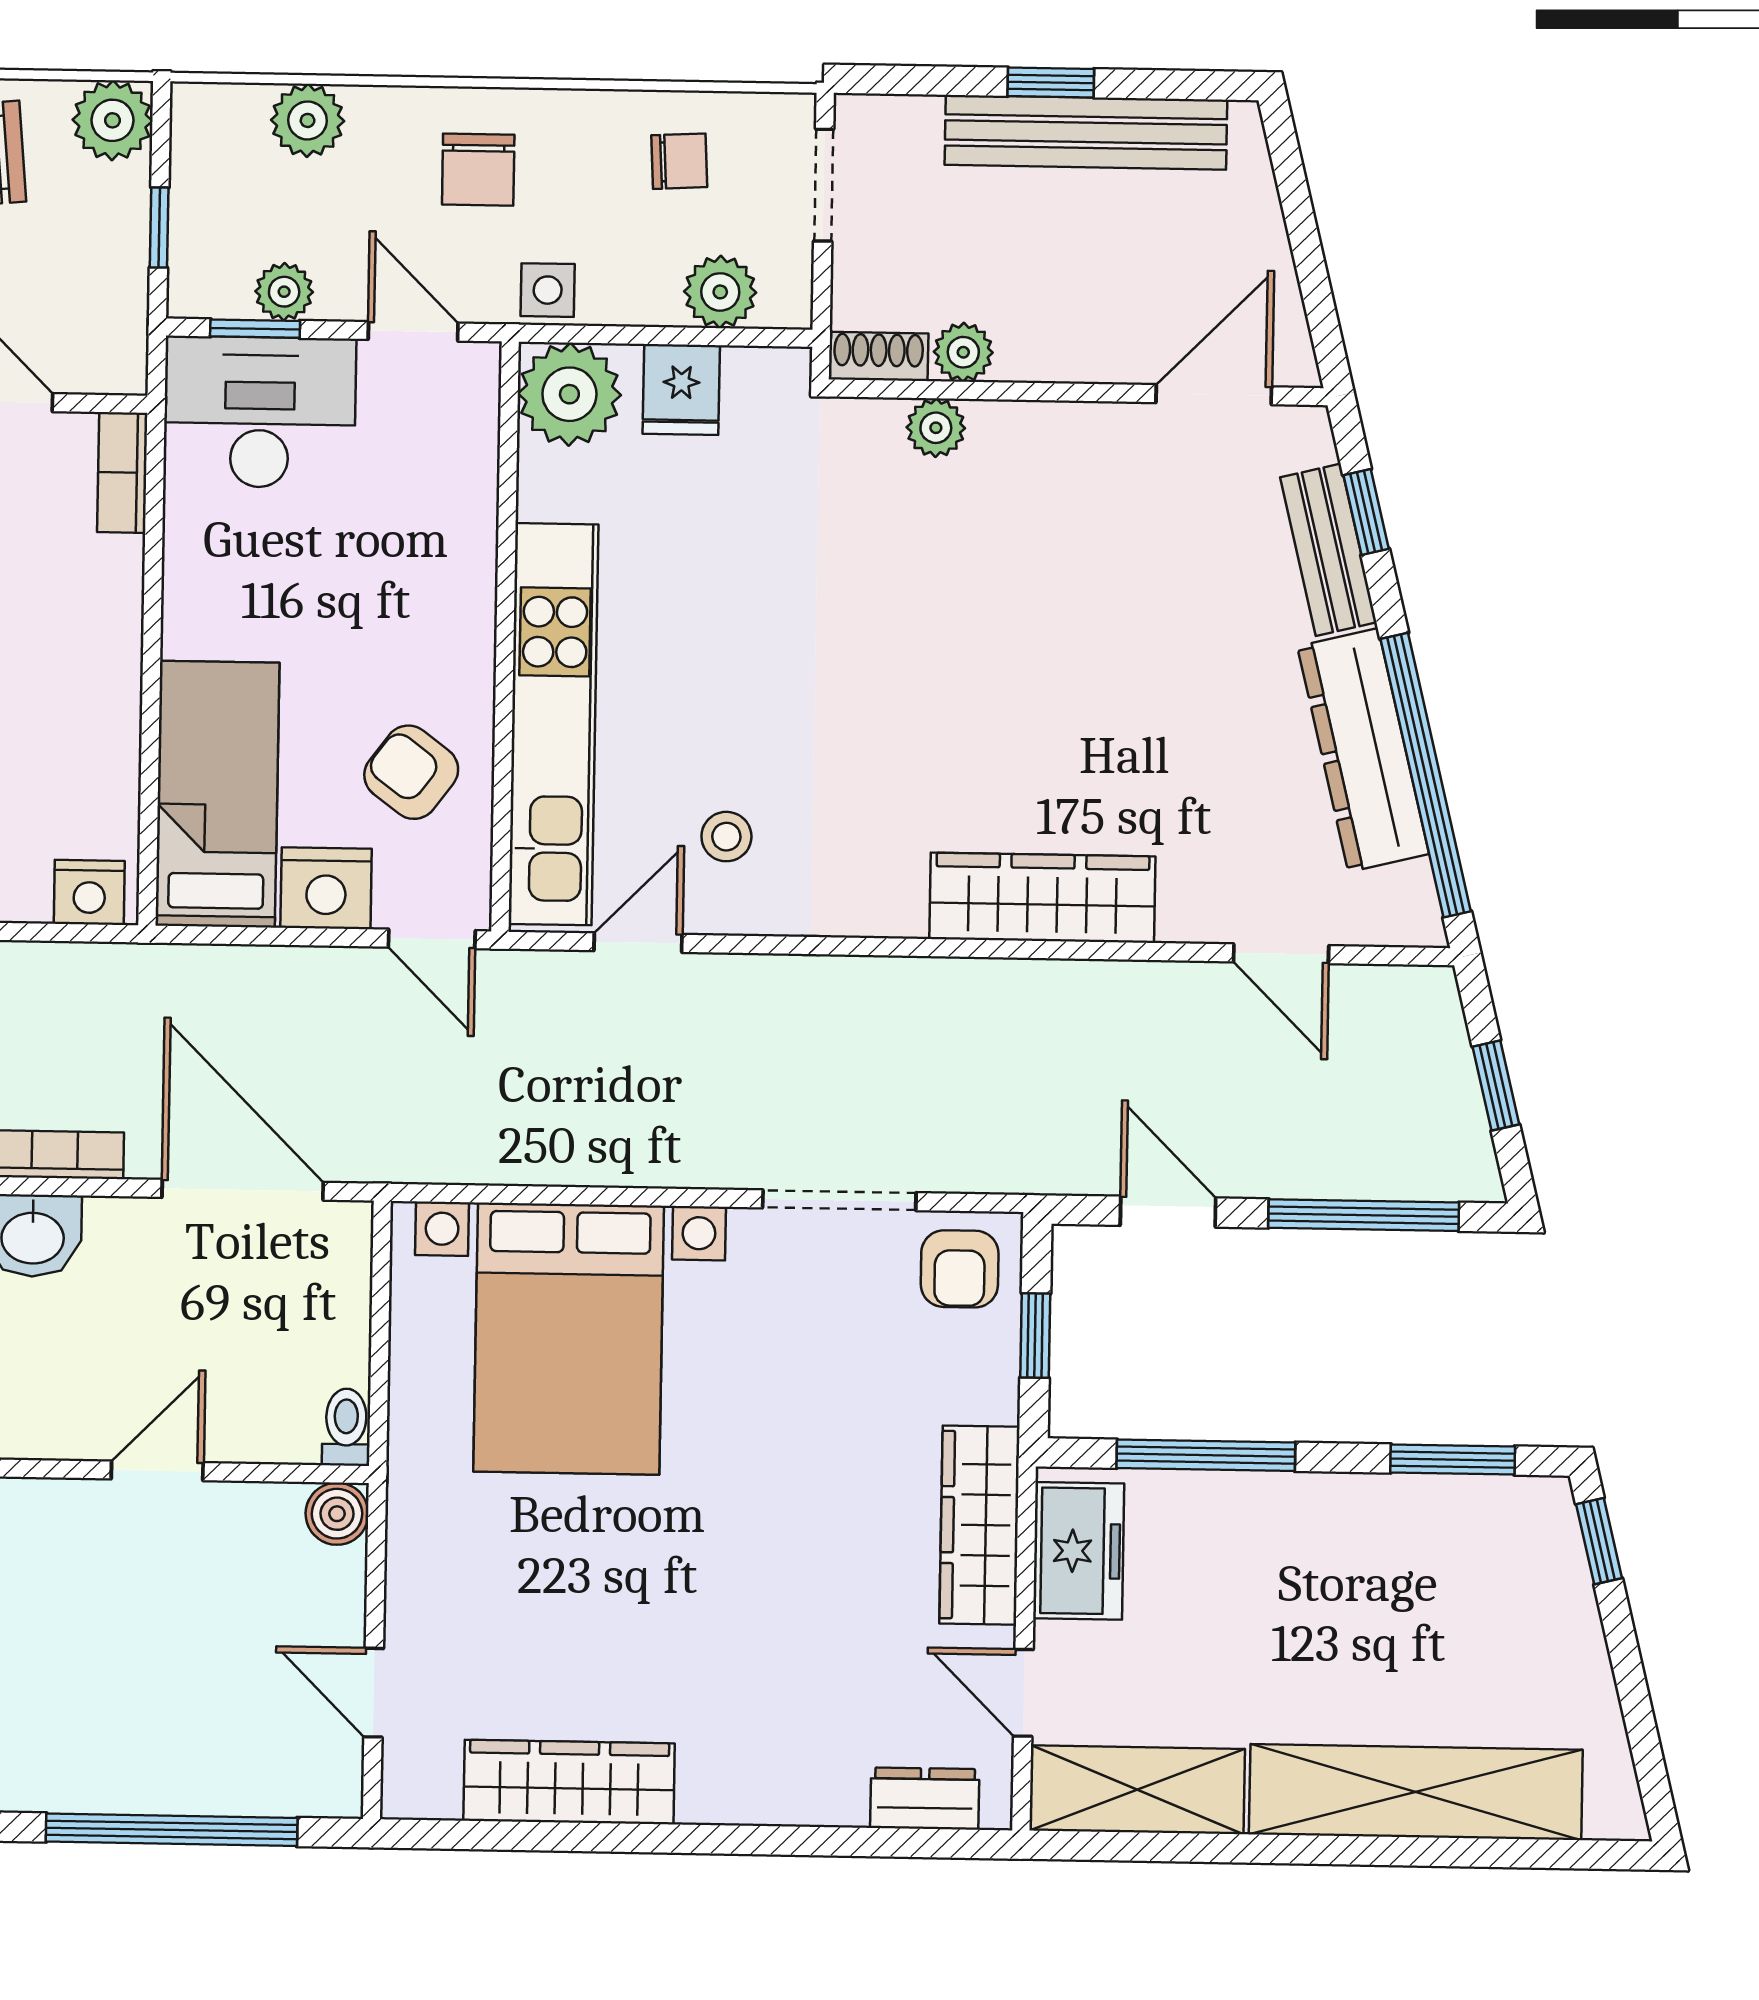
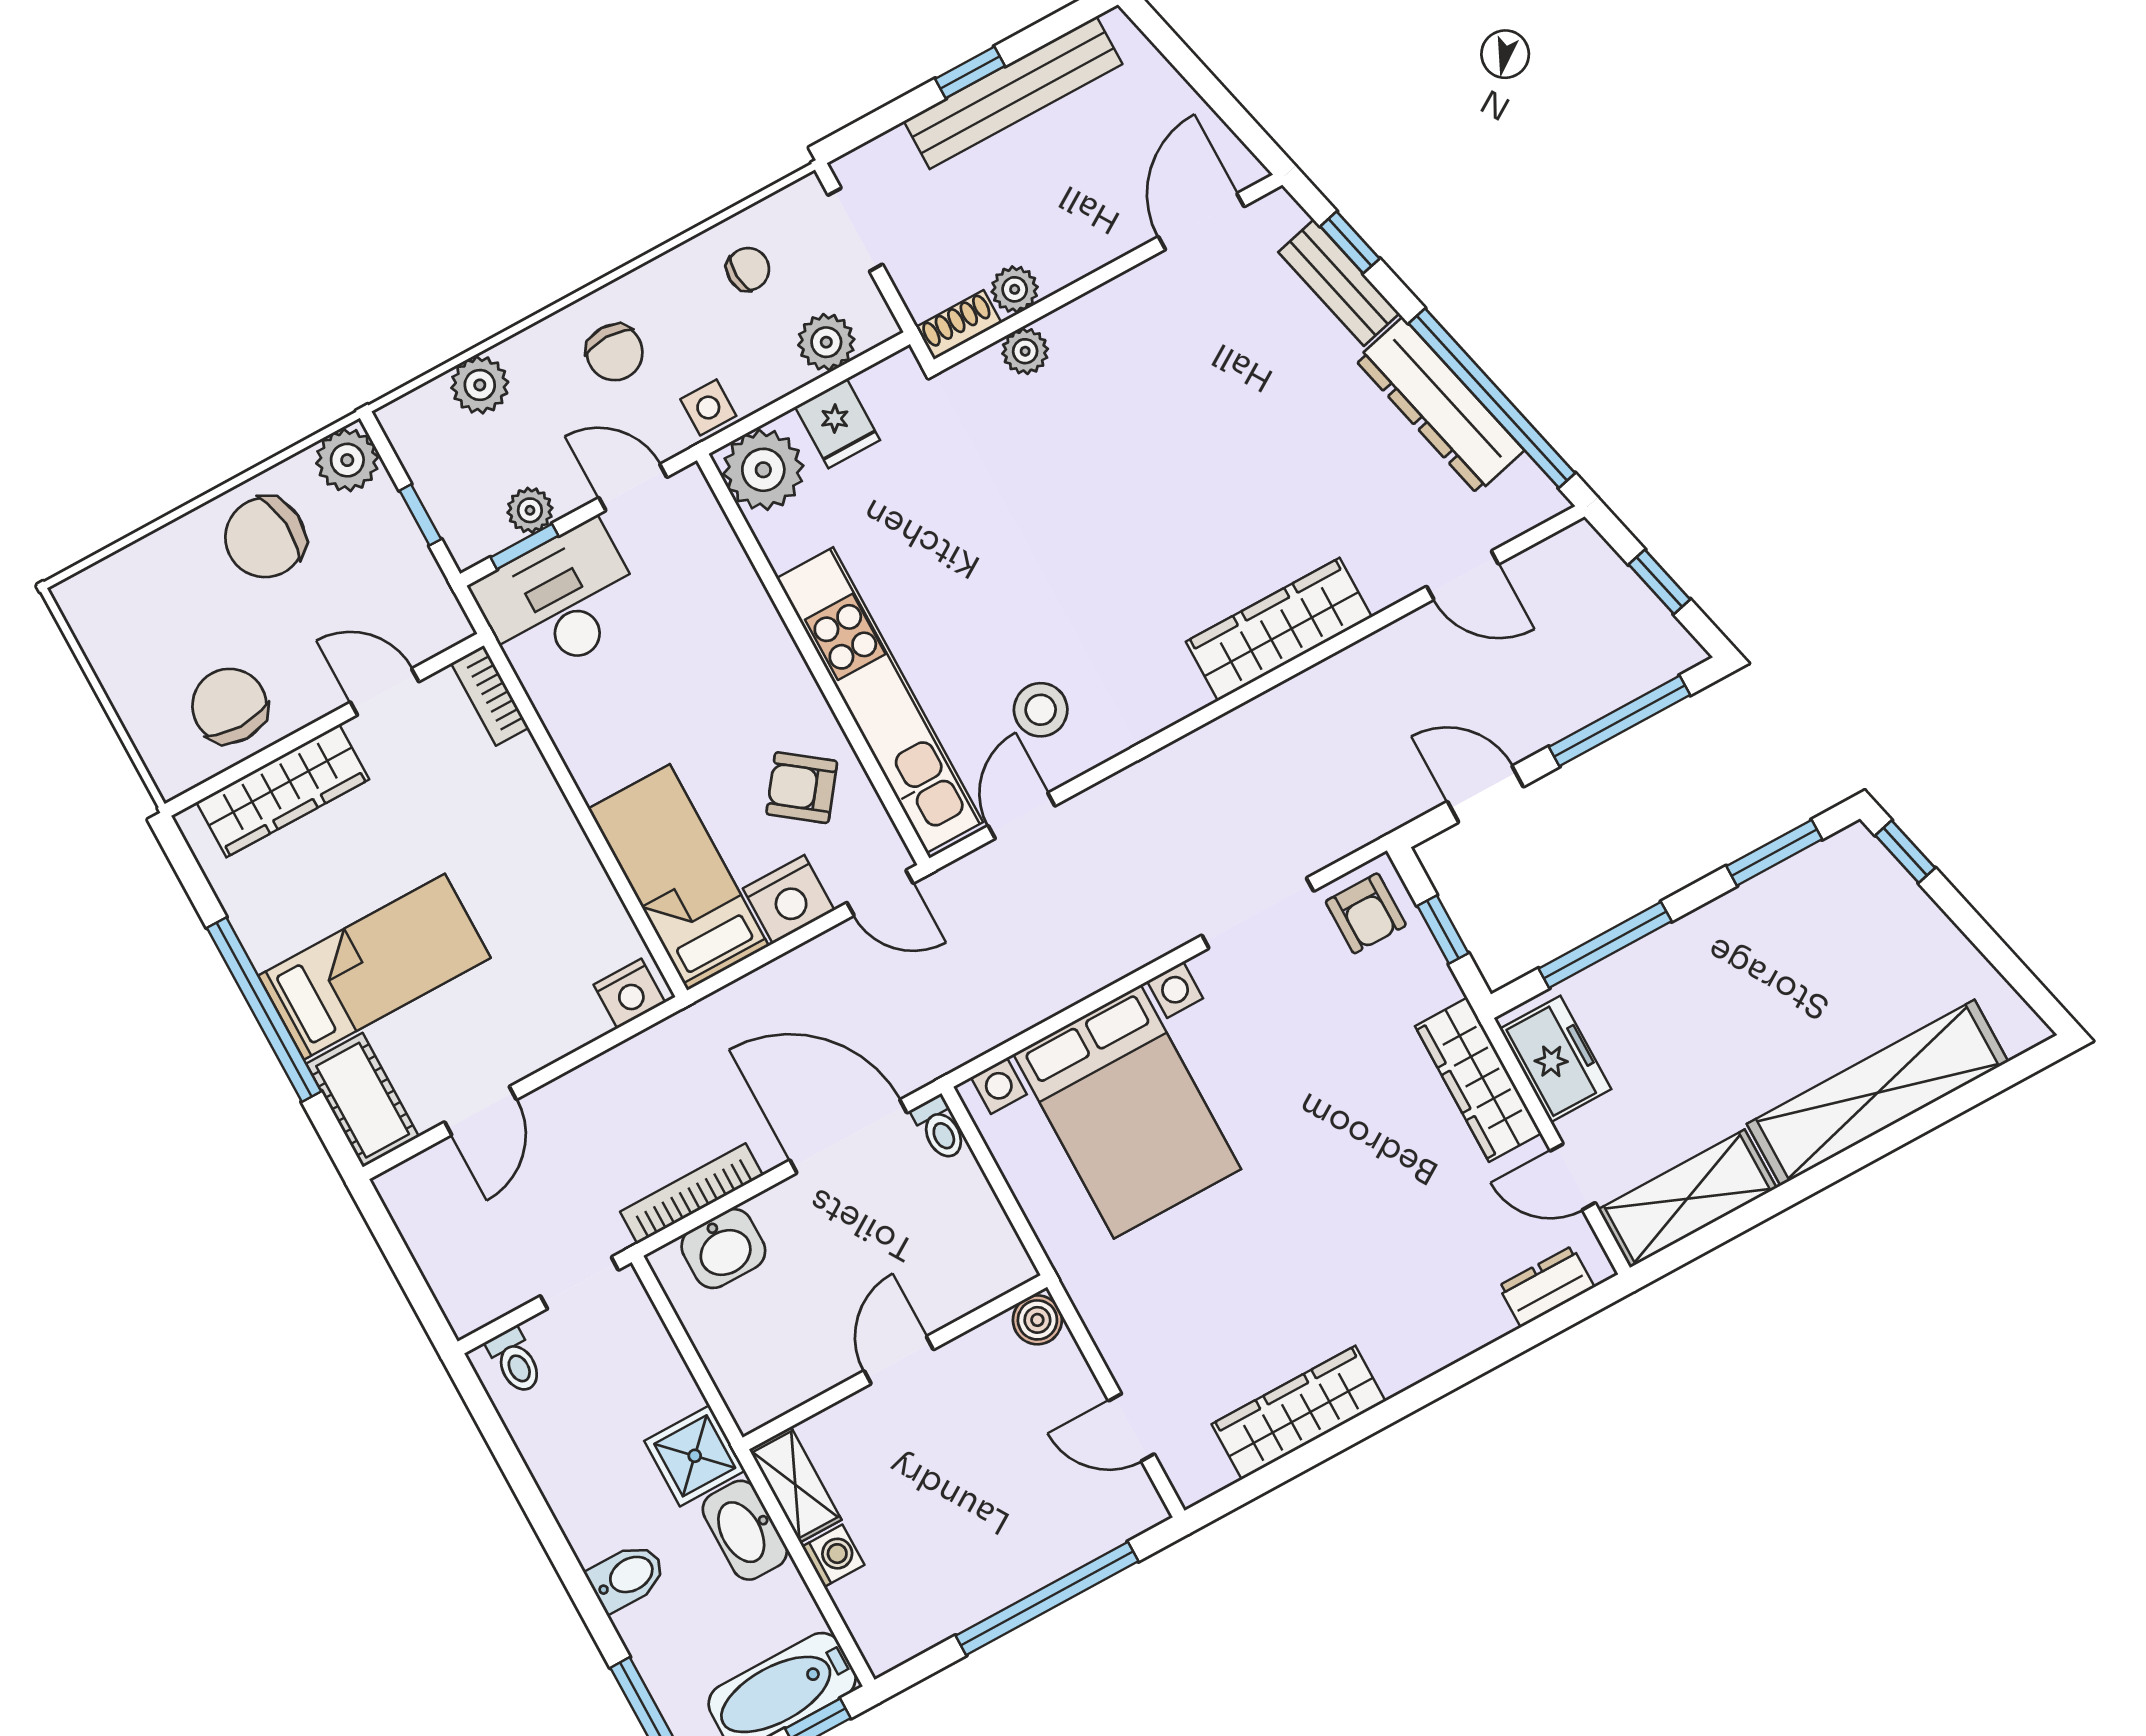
stool: (726, 837) -> (1041, 710), width x1.37, depth x1.37
toilet: (346, 1427) -> (940, 1128), moved, turned 180

